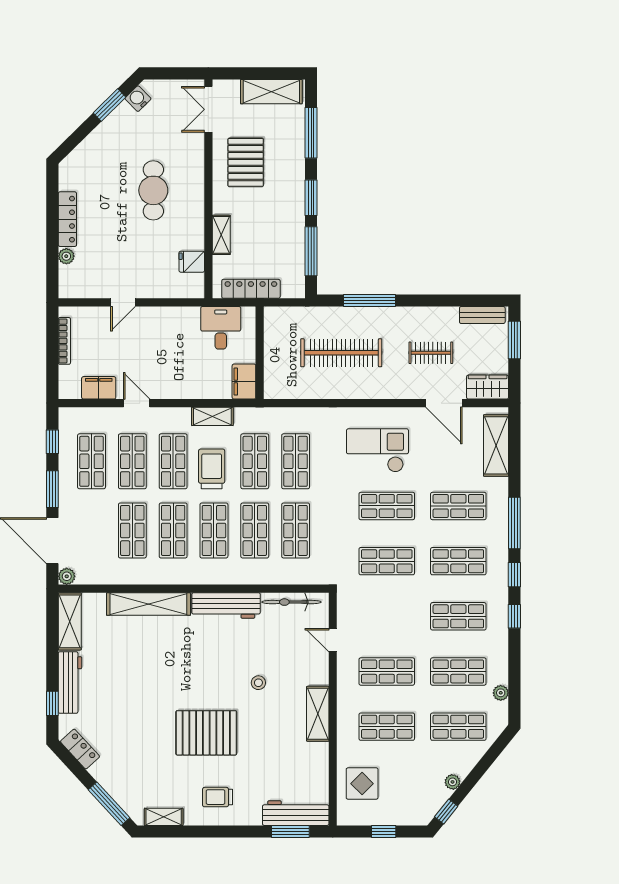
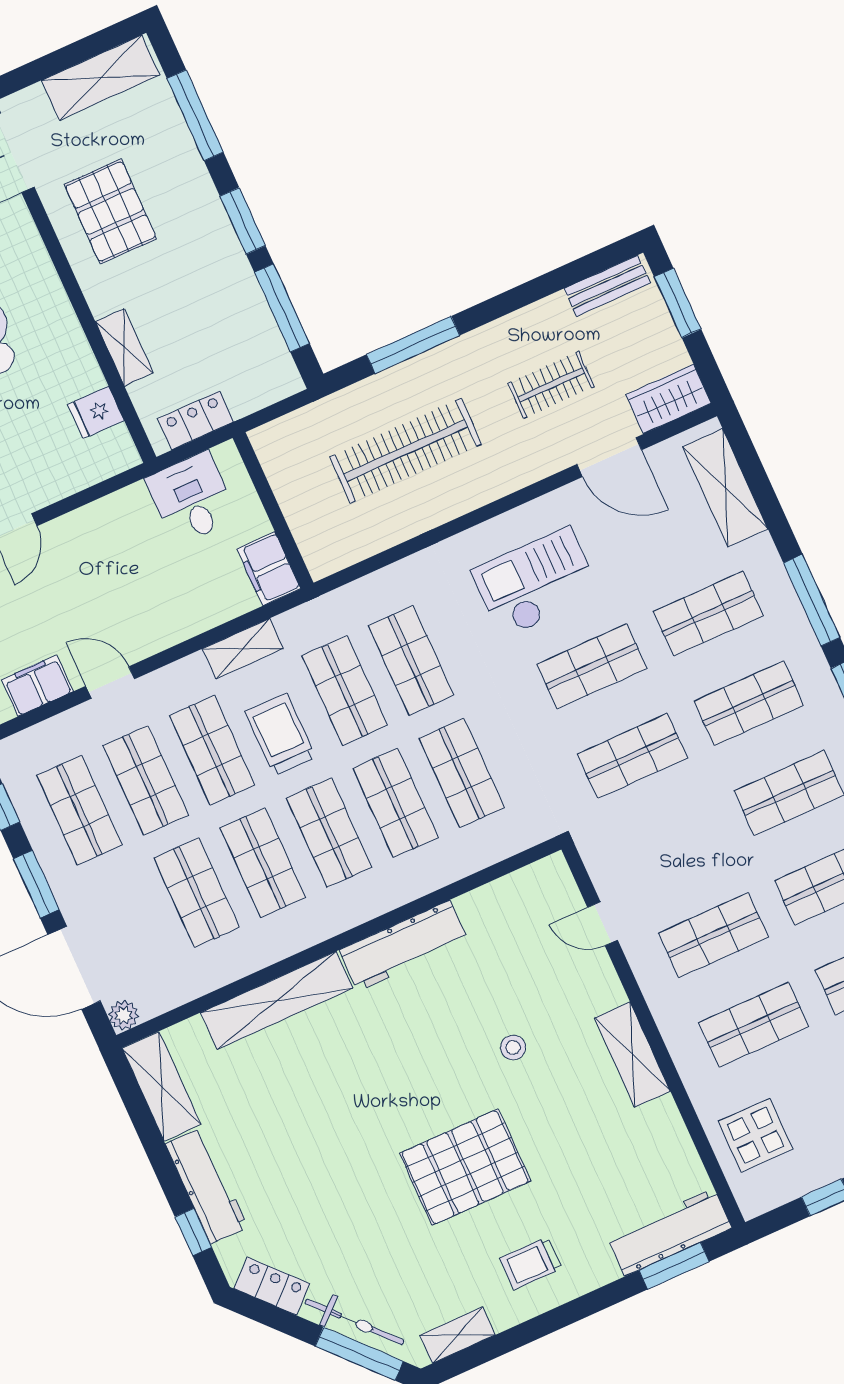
locker: (251, 289) -> (196, 420), width x0.66
bicycle: (292, 602) -> (354, 1322), moved, turned -133

